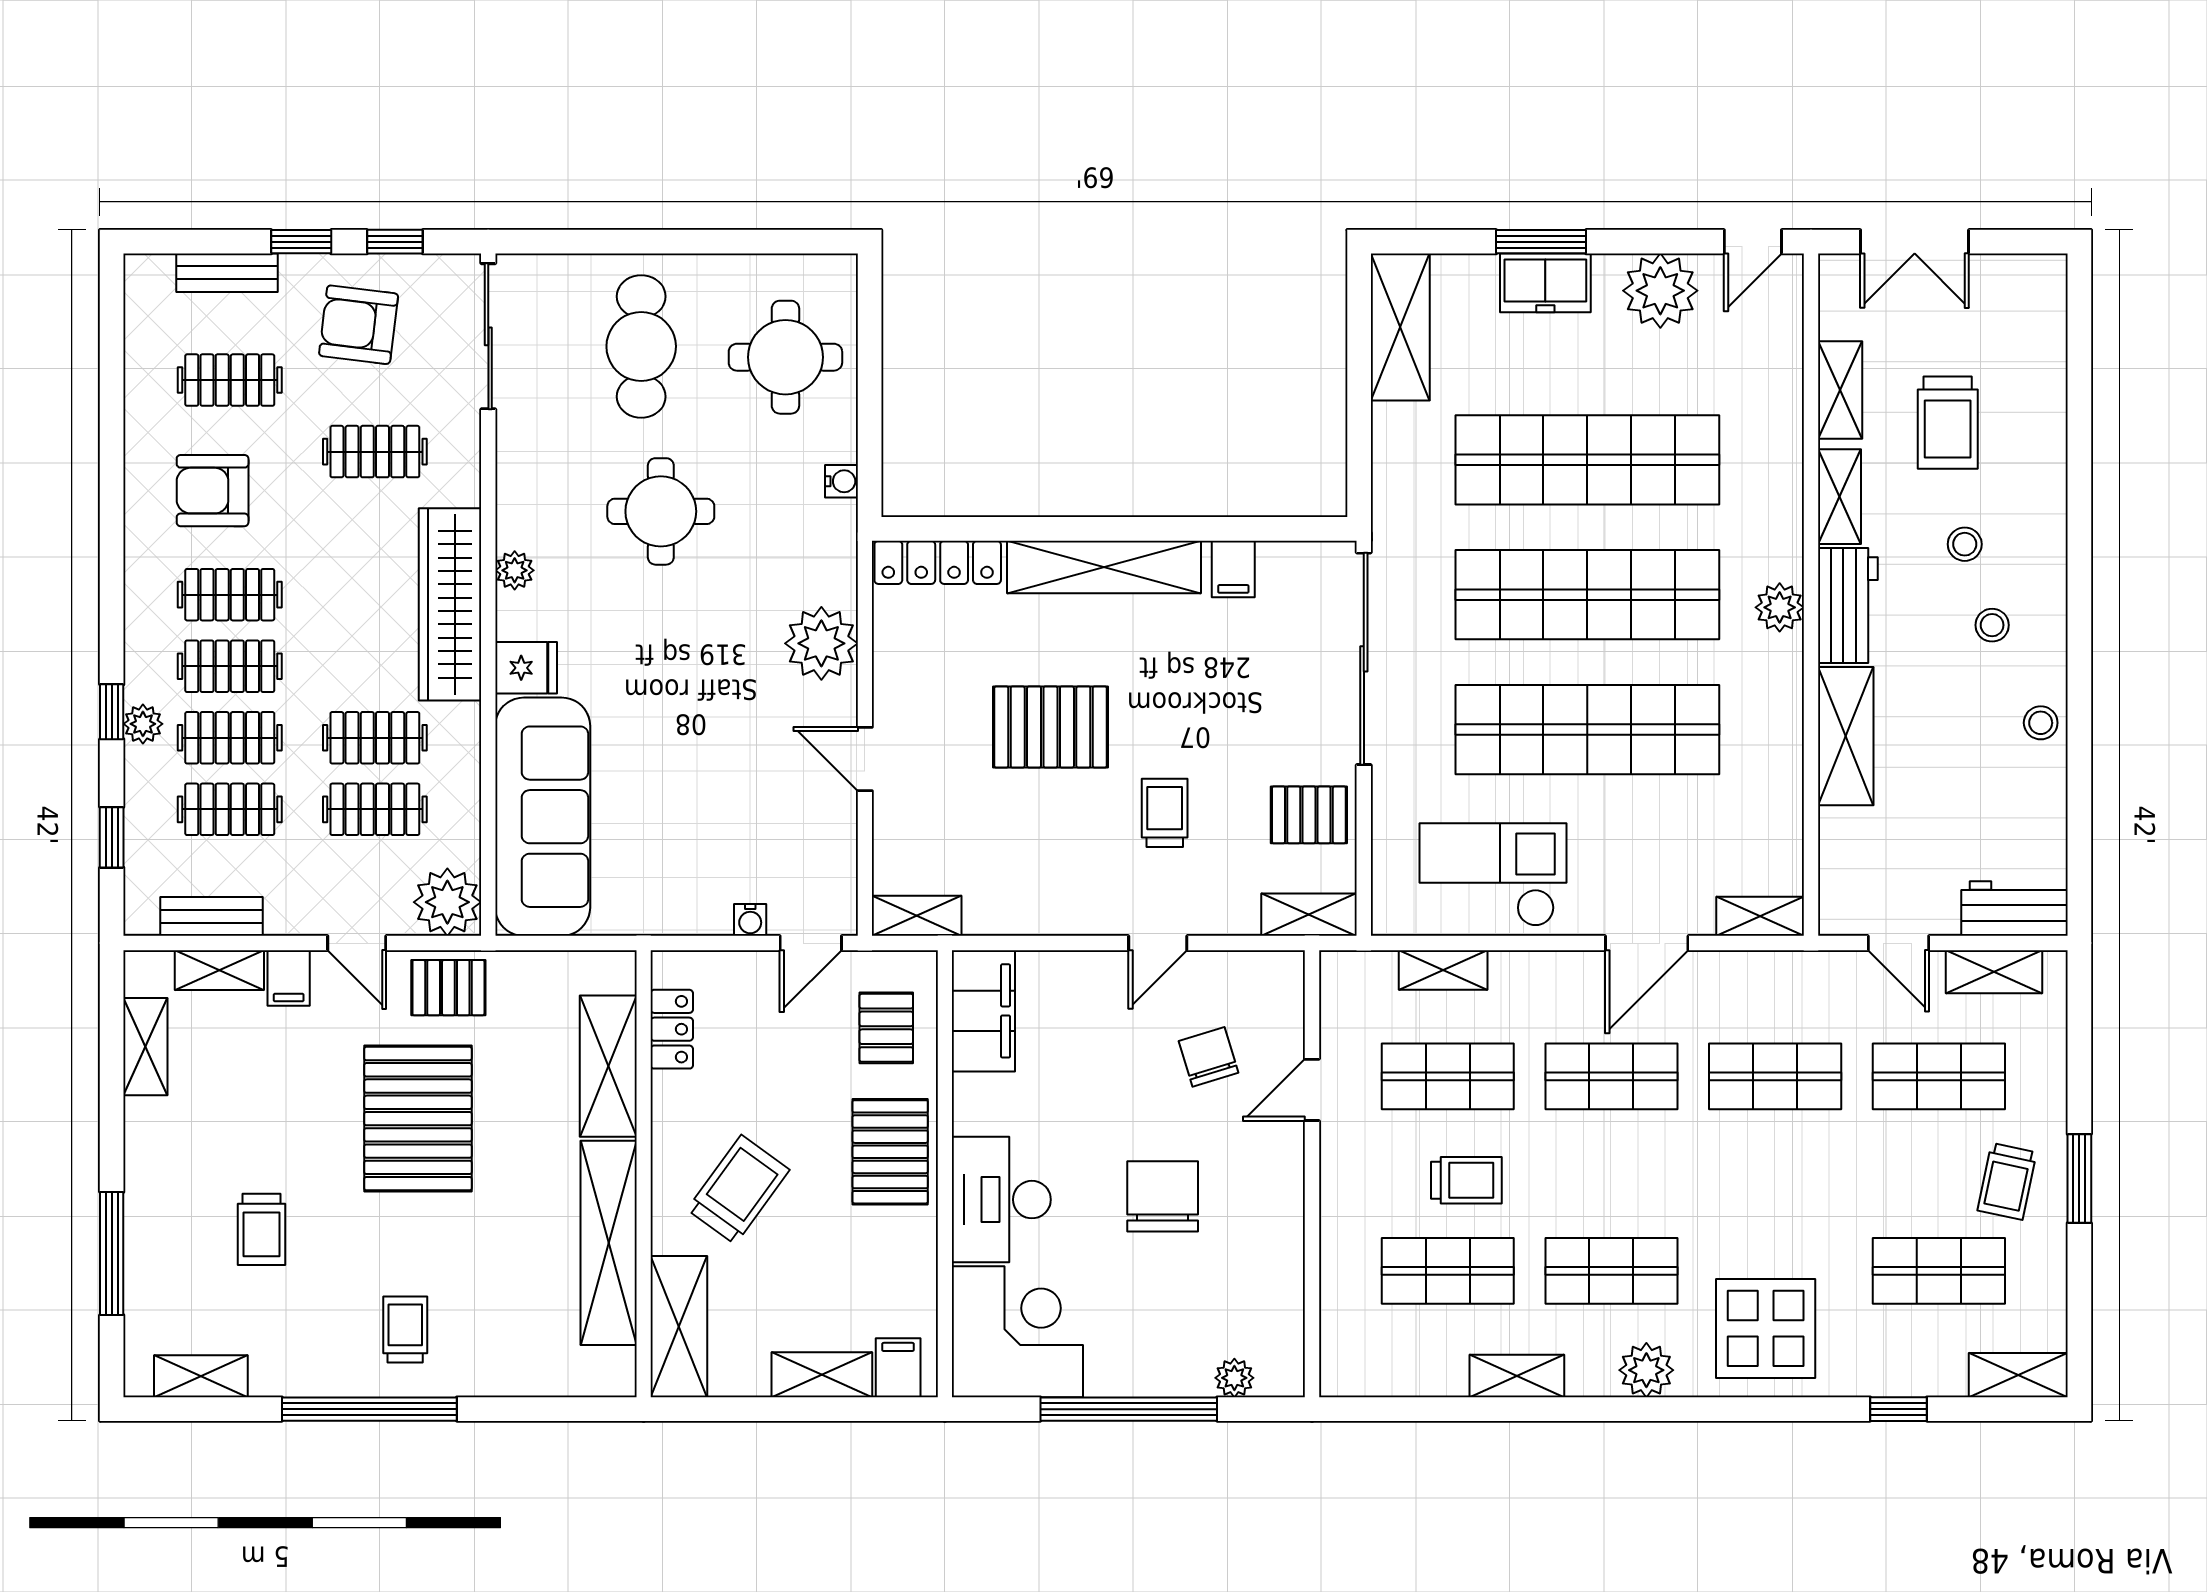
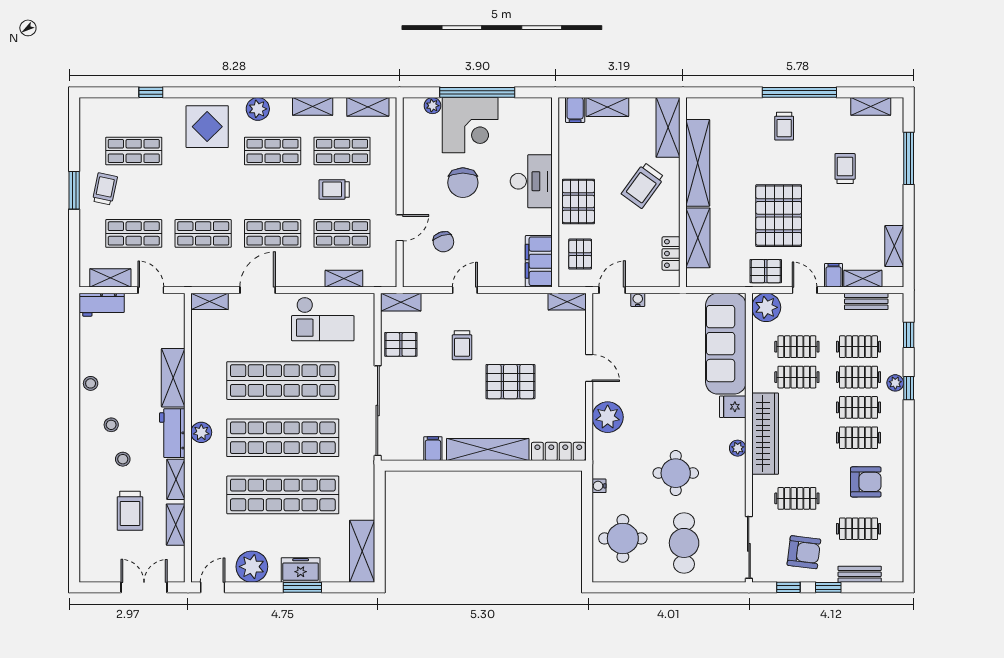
trolley: (1948, 423) -> (130, 511), turned 180
corner desk: (1017, 1332) -> (470, 125), moved, turned -90
shelving: (2018, 1375) -> (368, 107), moved

